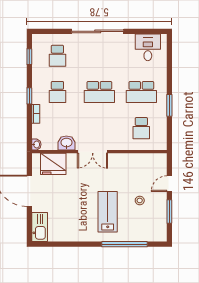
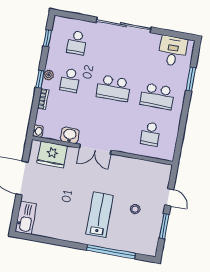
plant: (37, 91) -> (49, 75), added
window: (169, 105) -> (191, 79), moved
door: (169, 184) -> (169, 197), swing flipped

